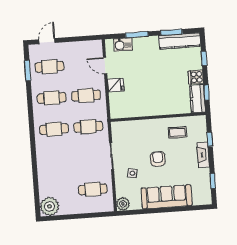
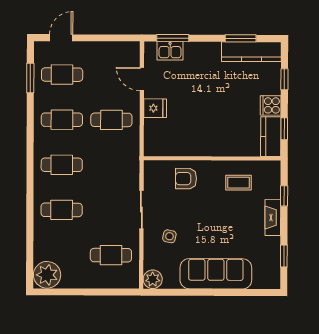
window: (137, 35) -> (173, 38), moved
cafe table: (88, 127) -> (62, 210), moved
armchair: (158, 159) -> (186, 179), moved, turned -90

